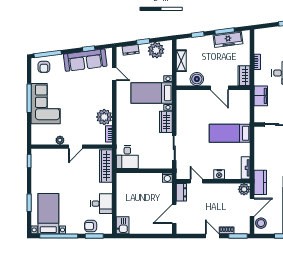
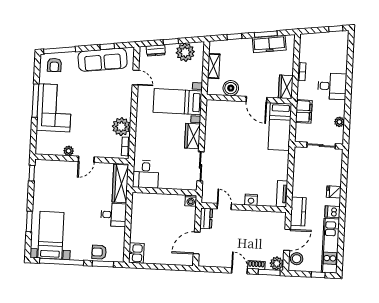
bed: (230, 133) -> (280, 127), moved, turned -90
plant: (244, 189) -> (277, 263), moved
desk: (101, 204) -> (114, 215), moved

